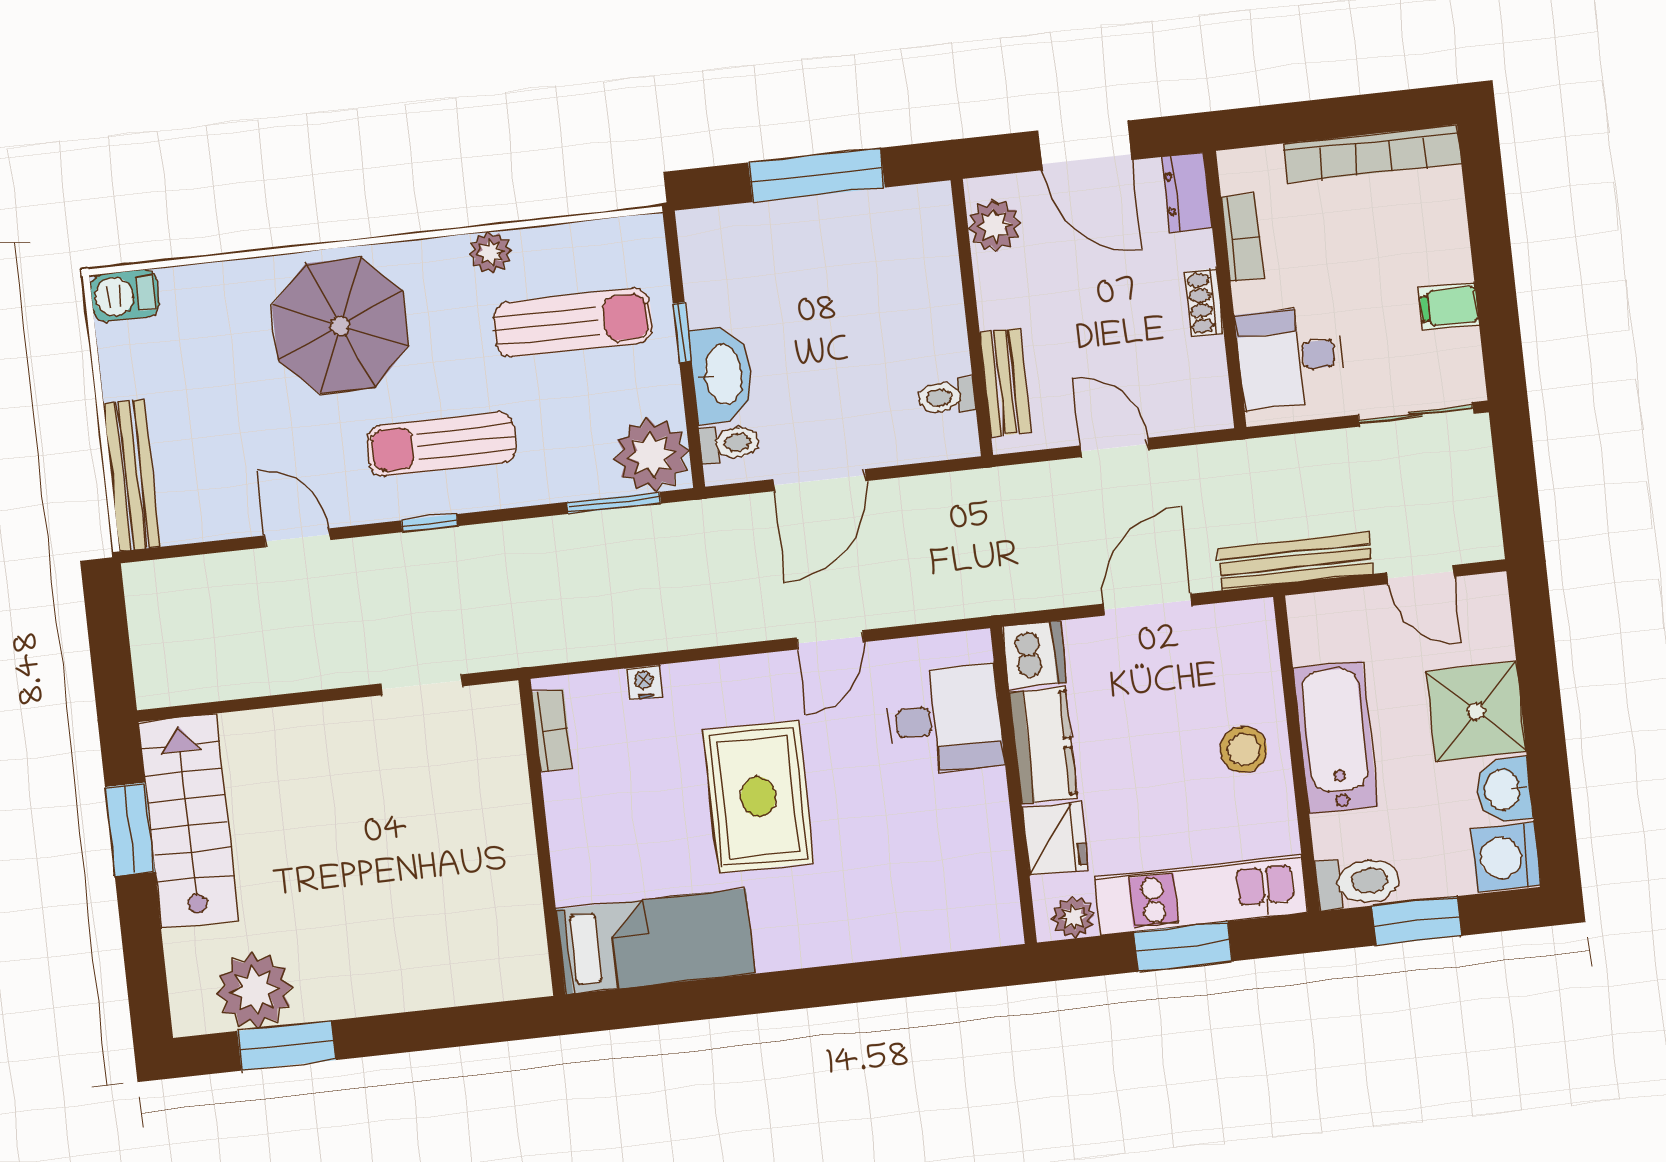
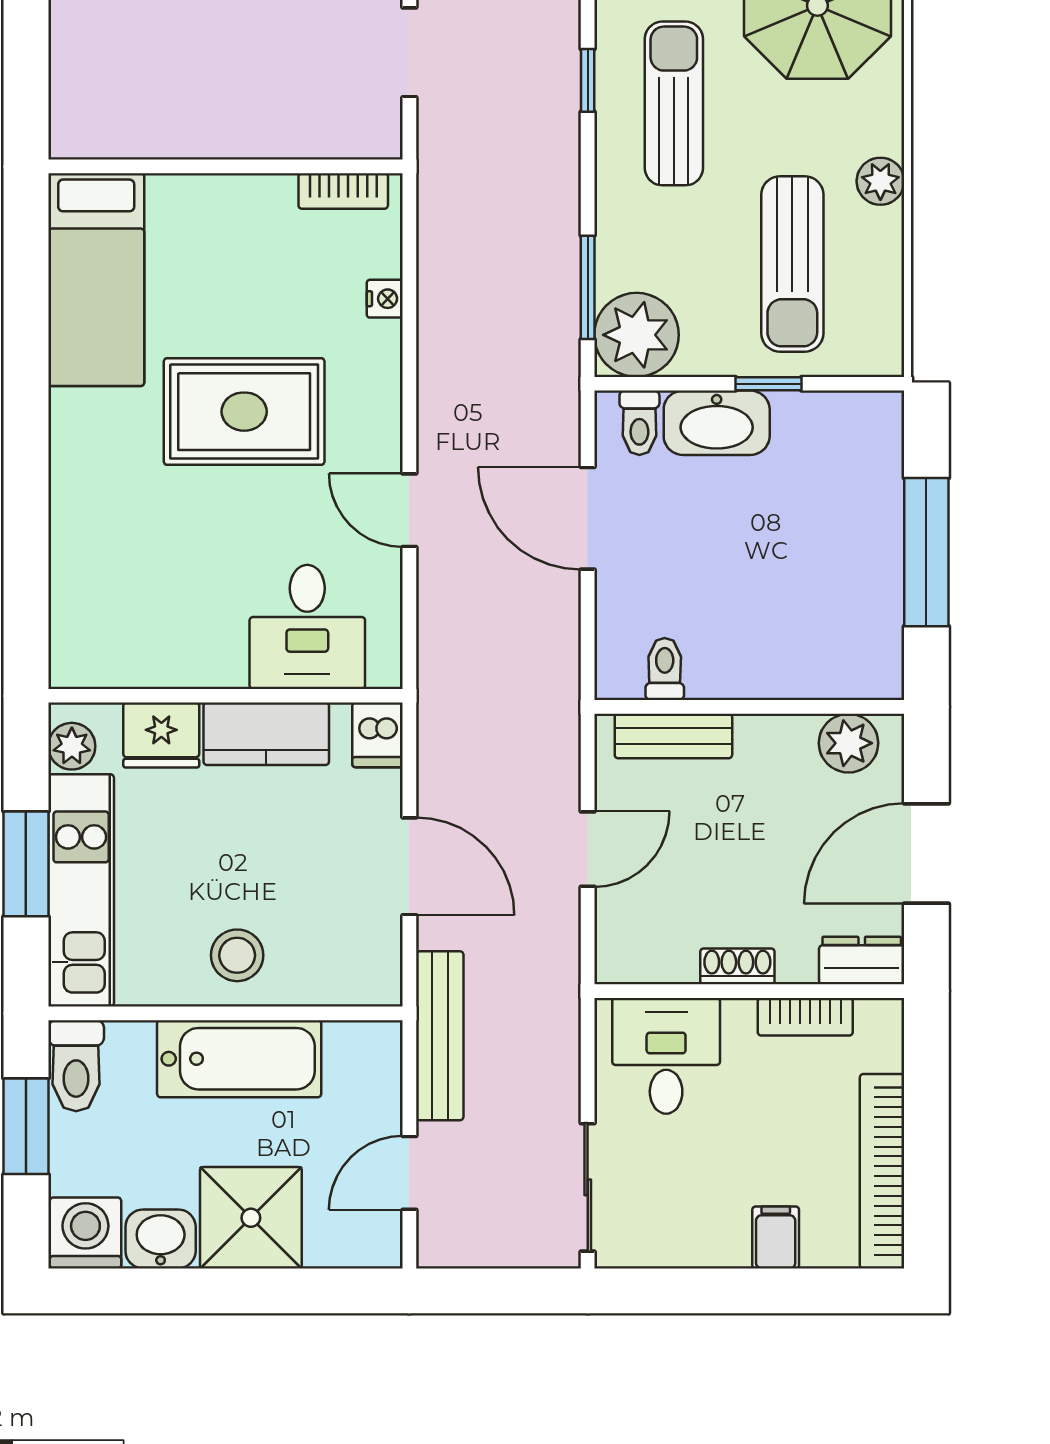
filing cabinet: (1449, 306) -> (776, 1237), moved
dishwasher: (1034, 655) -> (378, 735), width x0.73

